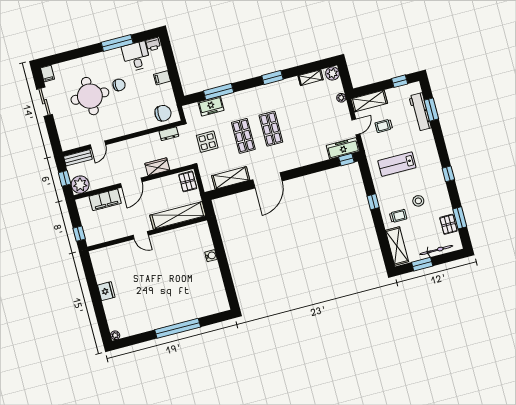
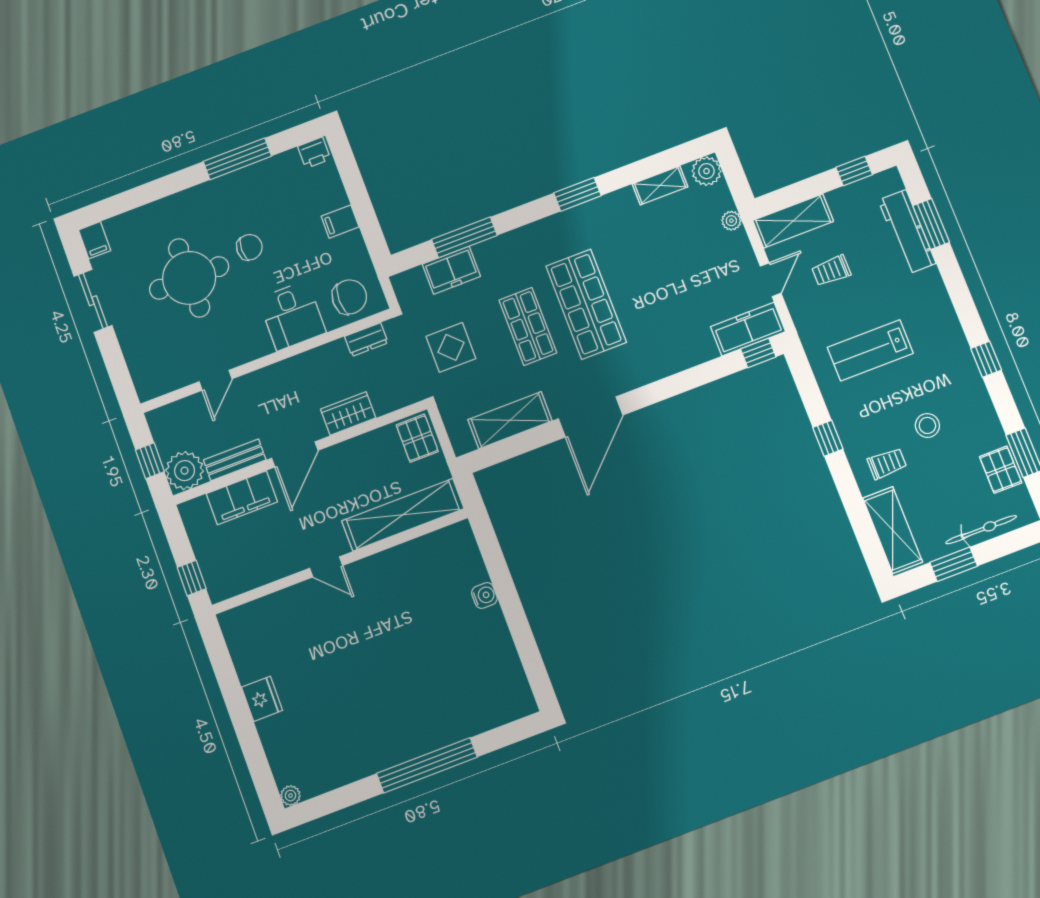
desk: (136, 56) -> (292, 315), moved, turned 180
shop shelf: (271, 129) -> (586, 304), width x1.43, depth x1.36
bench: (78, 158) -> (235, 460), moved

